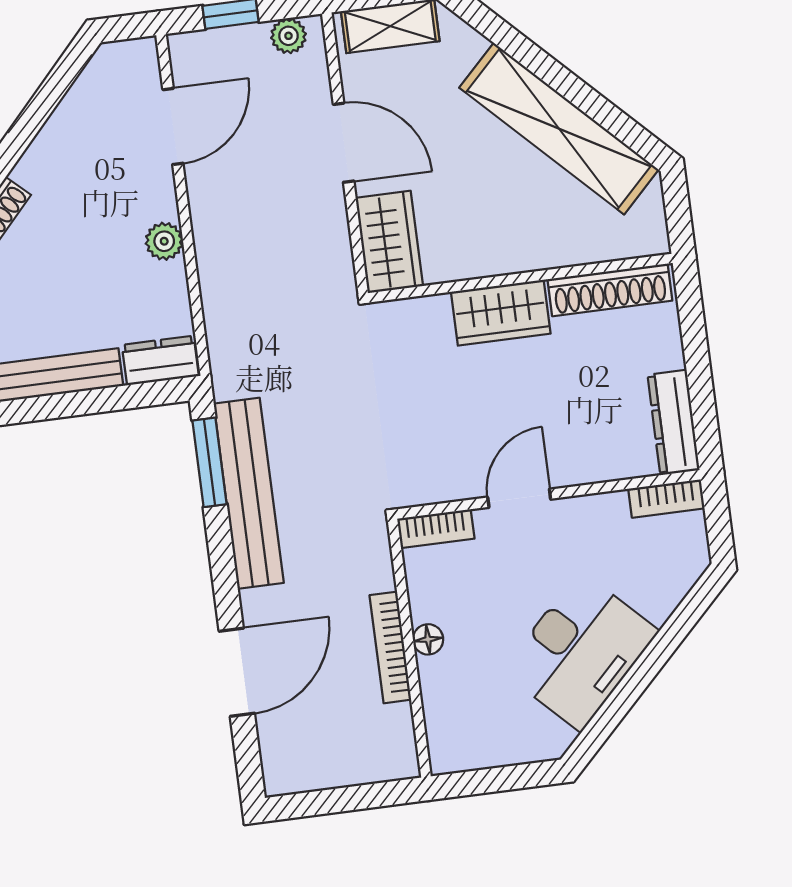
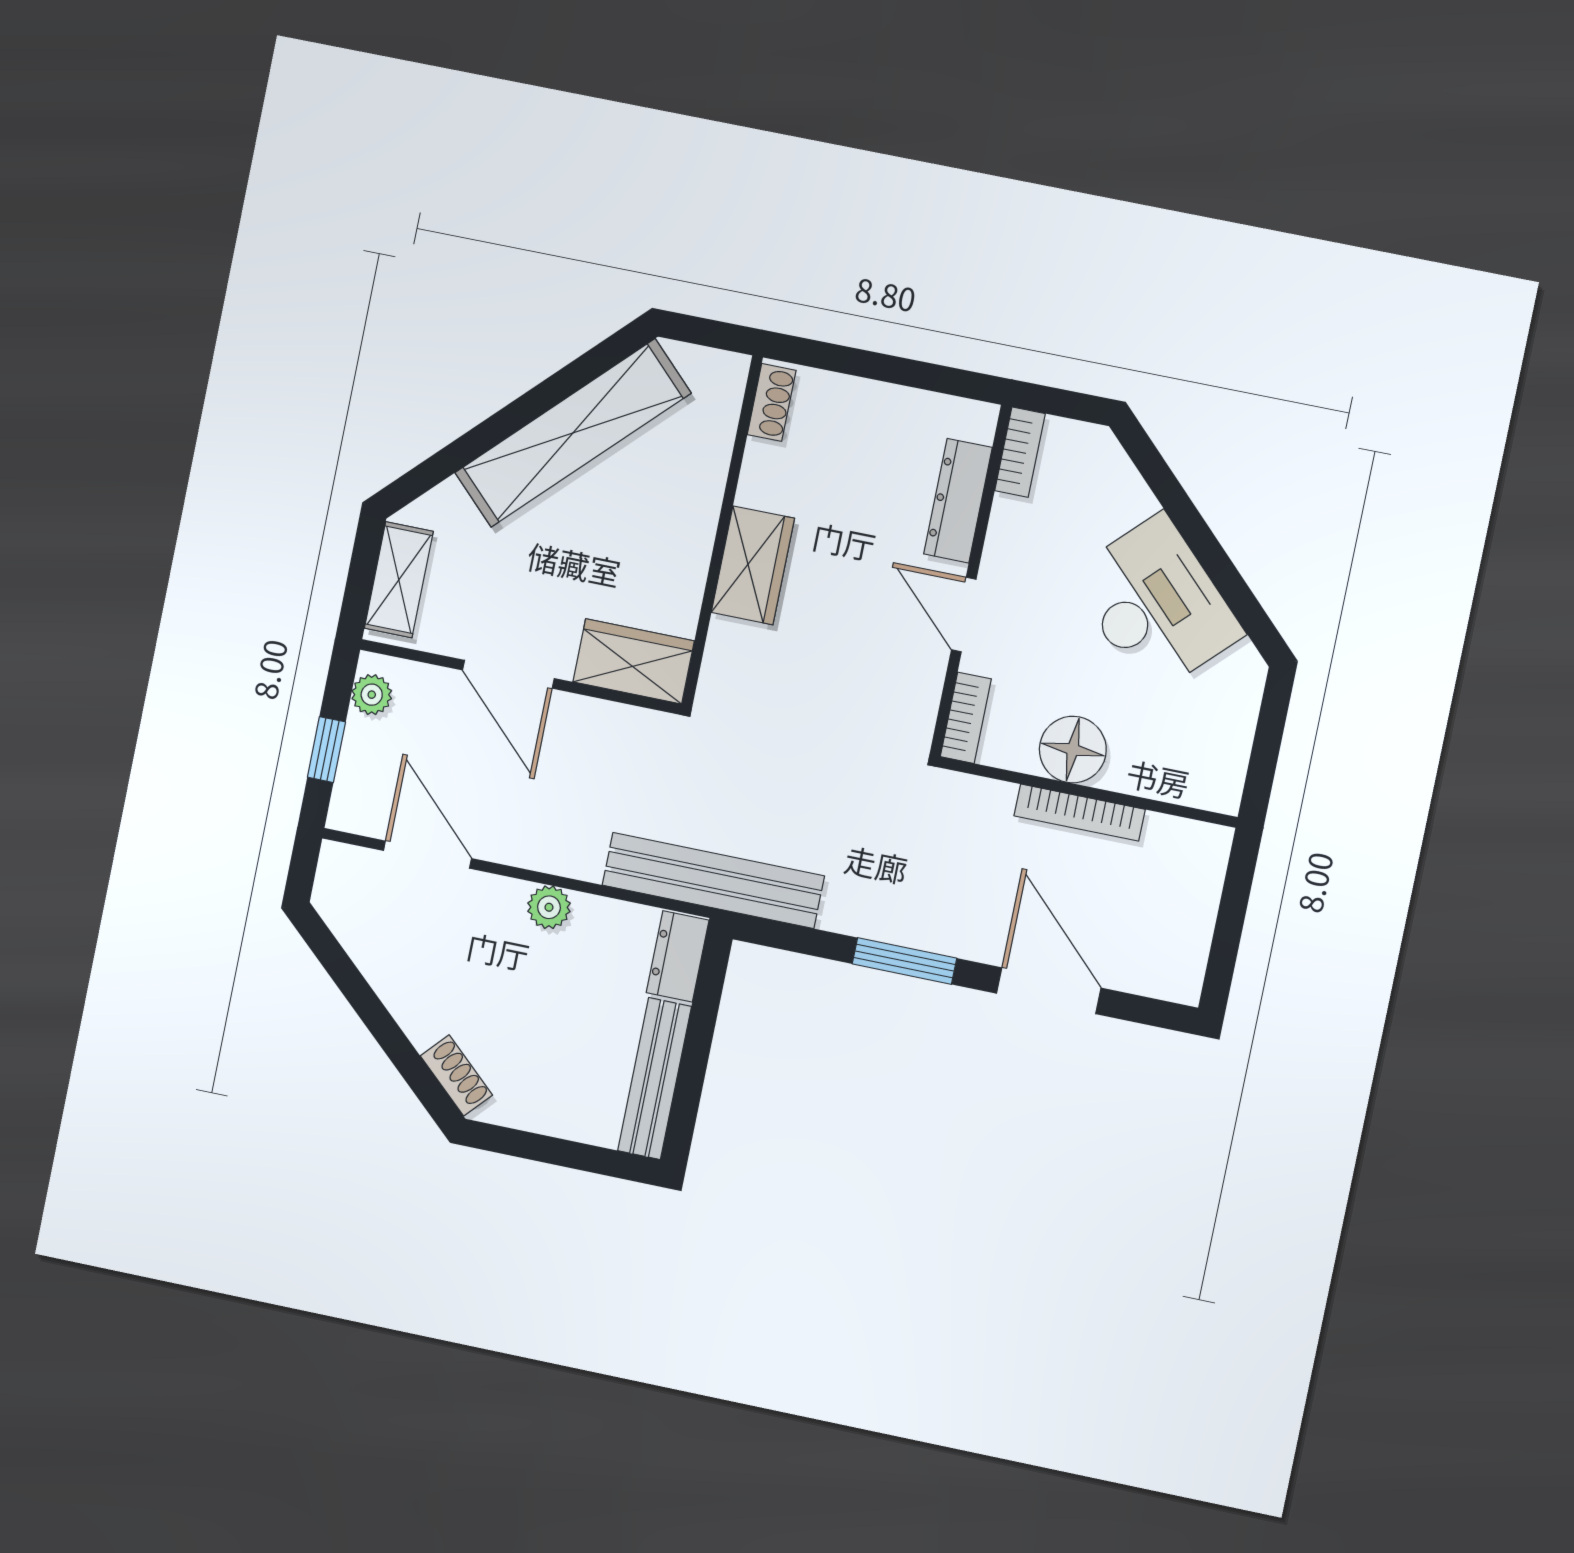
door: (344, 143) -> (508, 674), swing flipped
shoe rack: (610, 290) -> (772, 402), width x0.51, depth x0.81
dresser: (673, 422) -> (958, 501), moved, turned 90
window: (210, 462) -> (904, 961), moved
bench: (249, 493) -> (713, 881), moved
floor lamp: (428, 639) -> (1073, 750), width x1.89, depth x1.89

